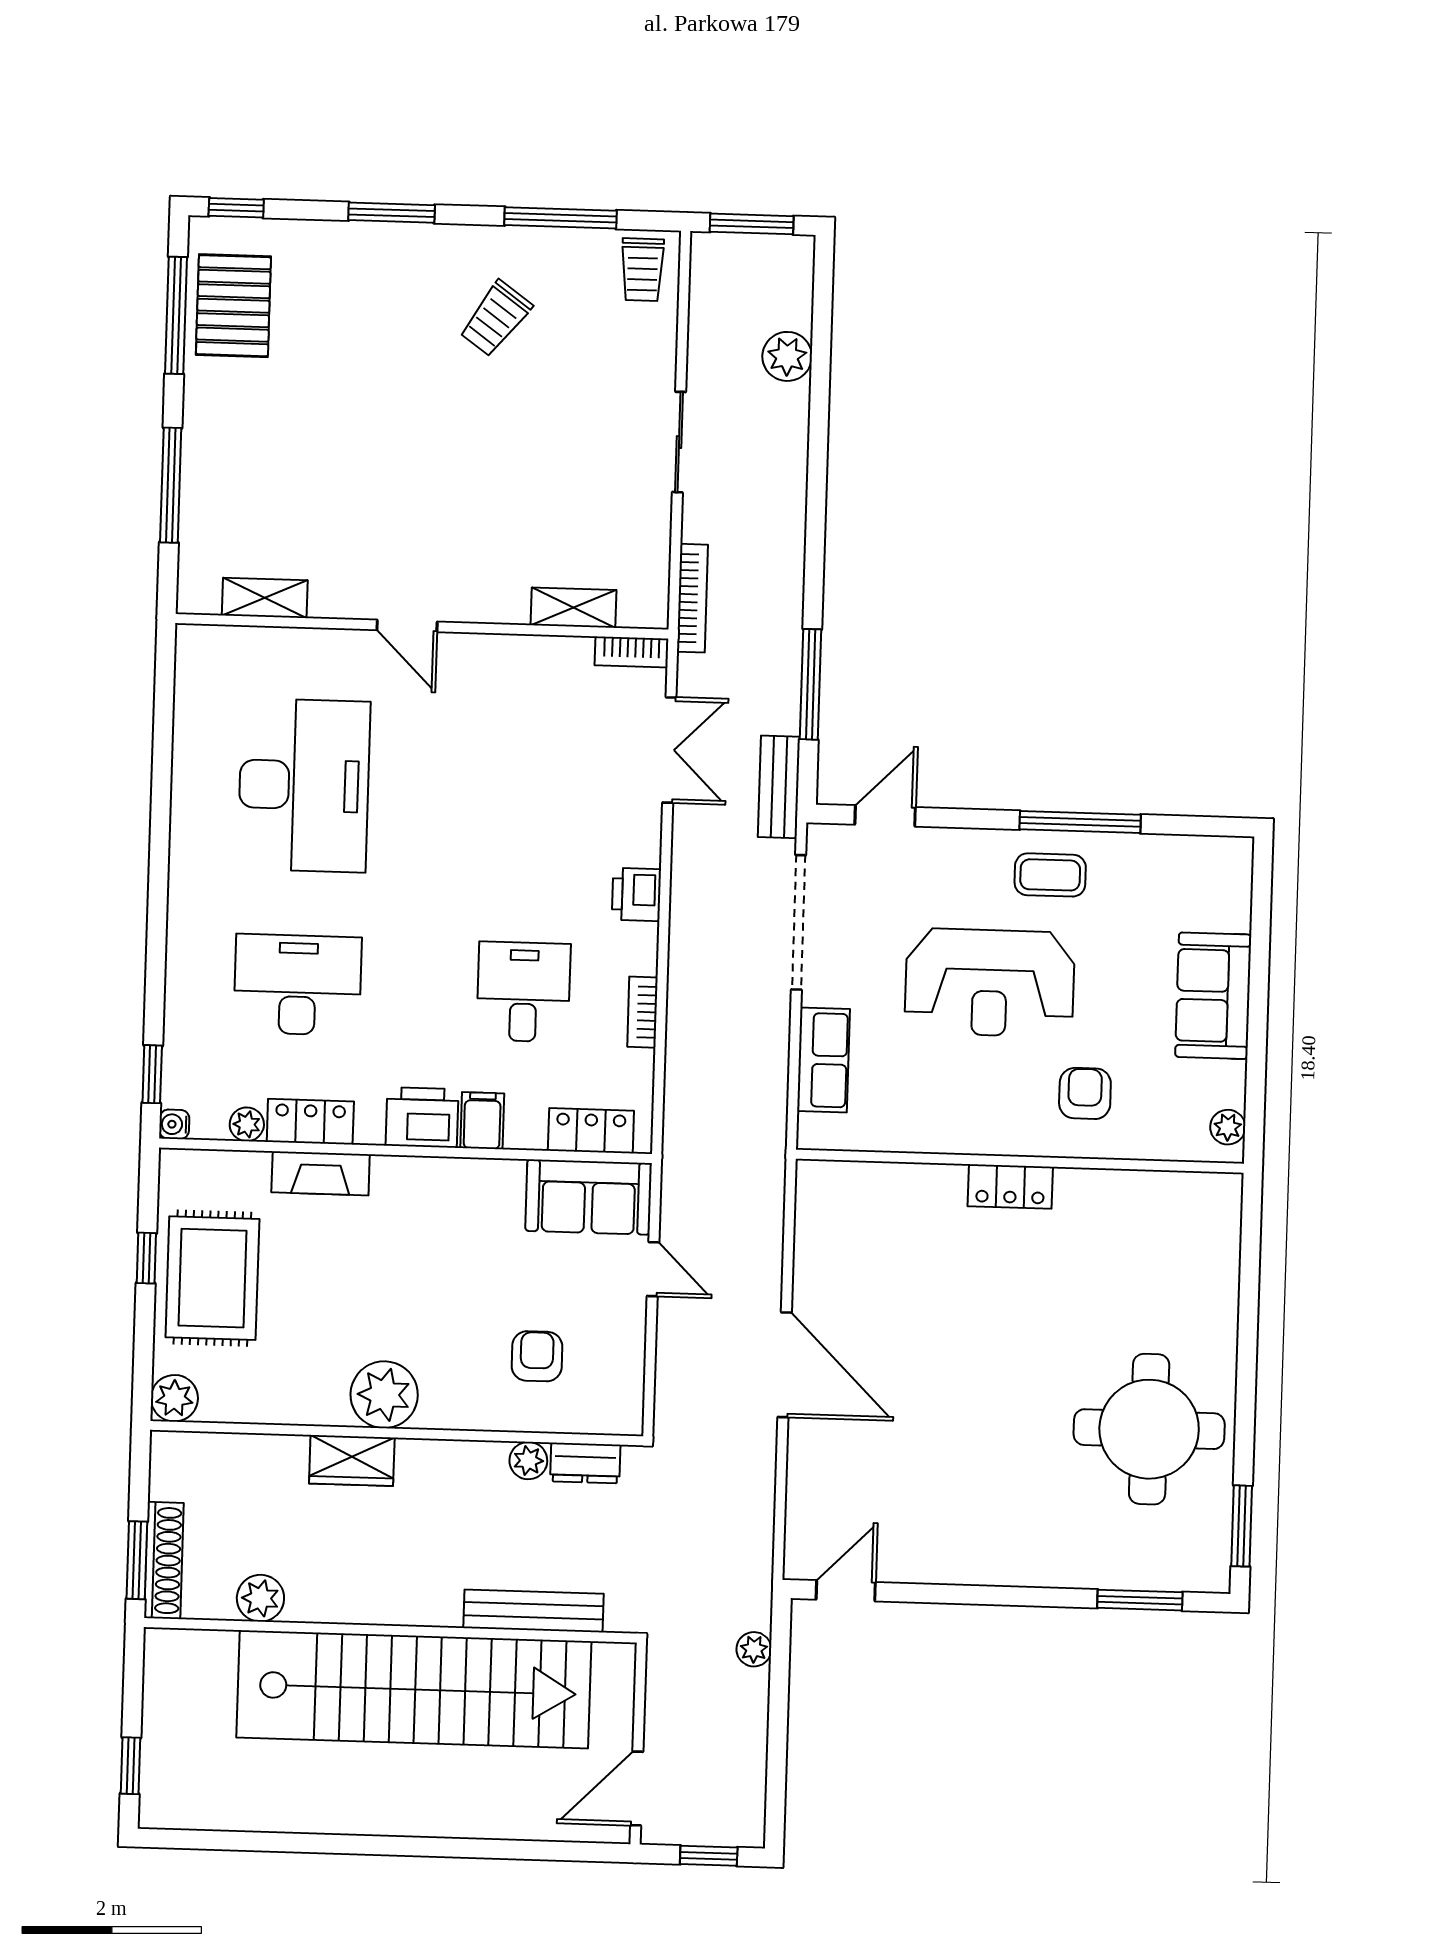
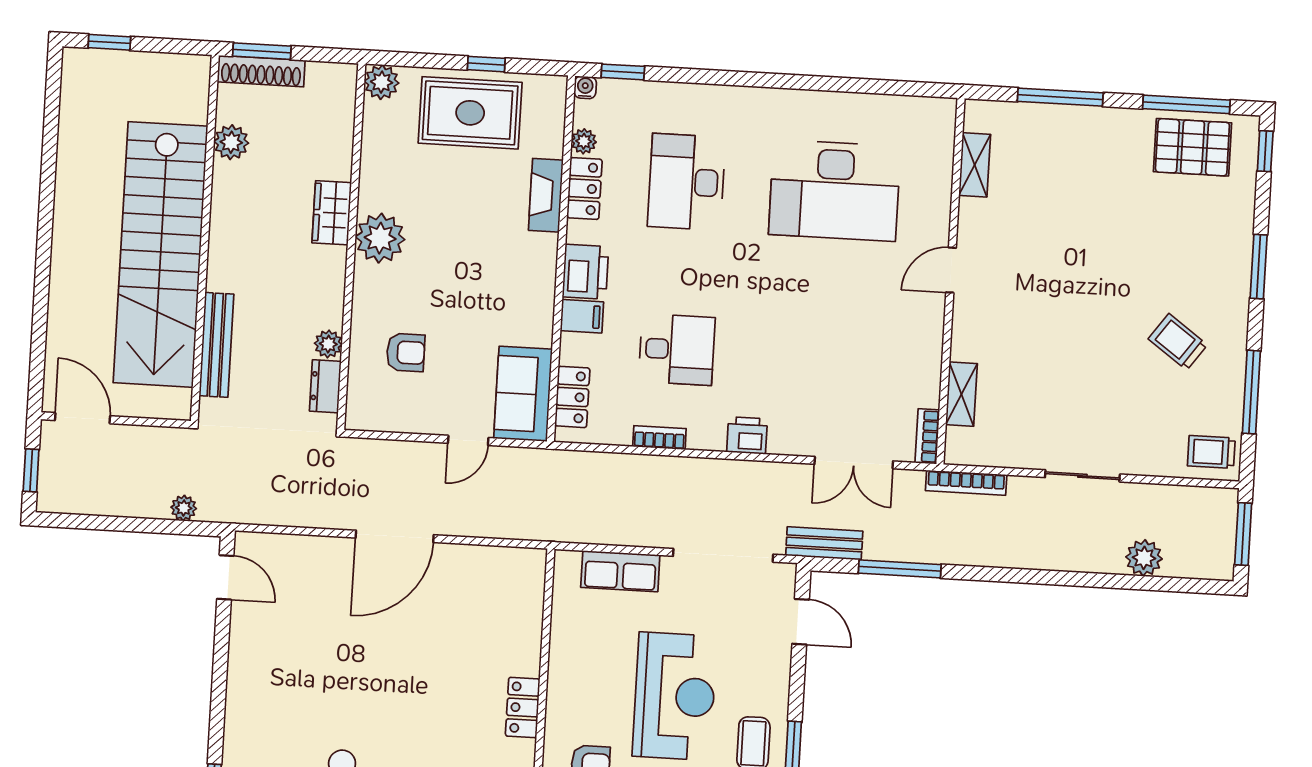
reception desk: (990, 983) -> (675, 696), turned 180
desk: (298, 985) -> (686, 182), turned 180

